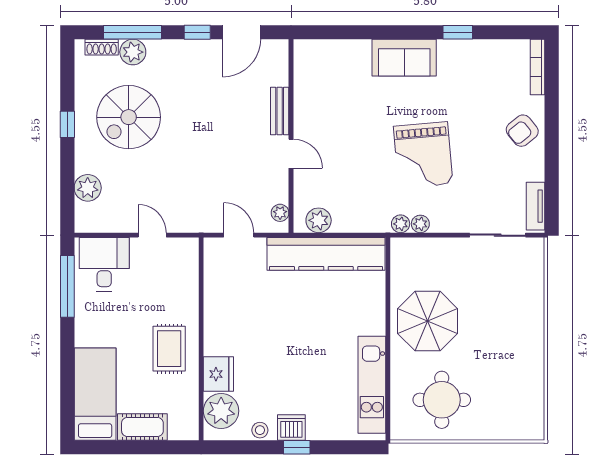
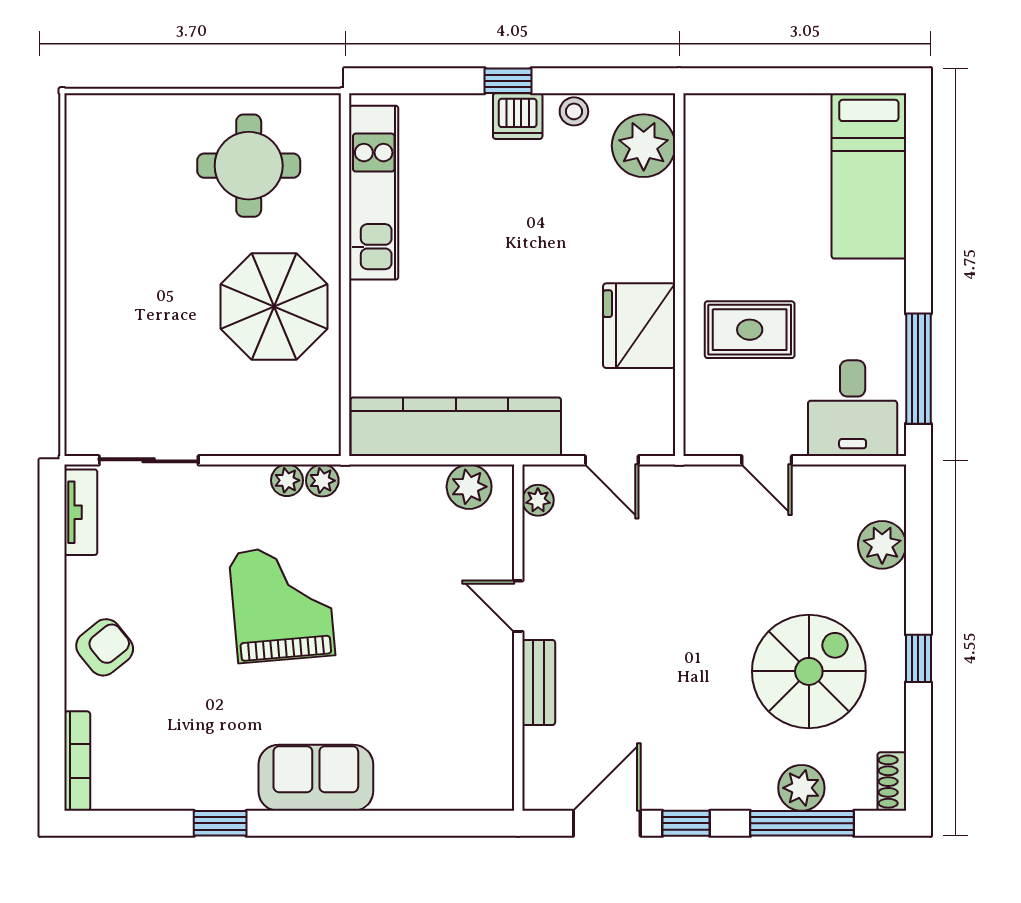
shoe rack: (102, 47) -> (892, 782), moved, turned -90
rug: (169, 349) -> (750, 330), moved, turned 90
fridge: (218, 374) -> (639, 326), moved, width x1.36, depth x1.34
cot: (142, 427) -> (784, 117), removed

